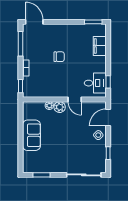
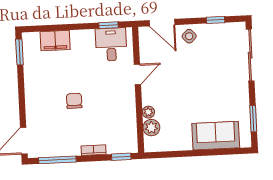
plant: (60, 107) -> (151, 128), moved
sofa: (31, 135) -> (216, 136), moved

